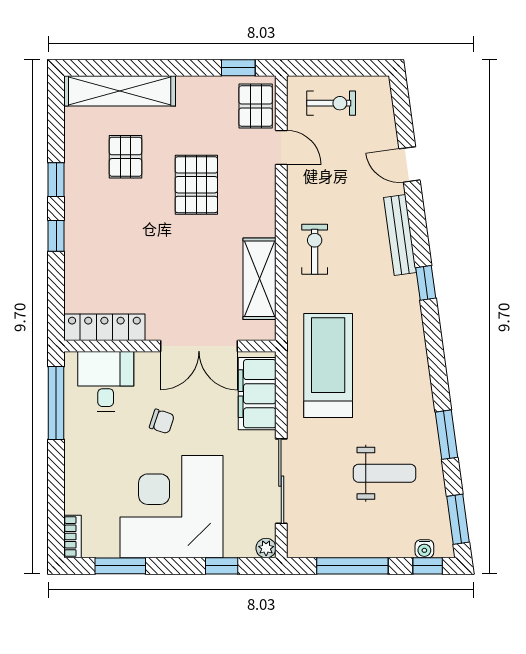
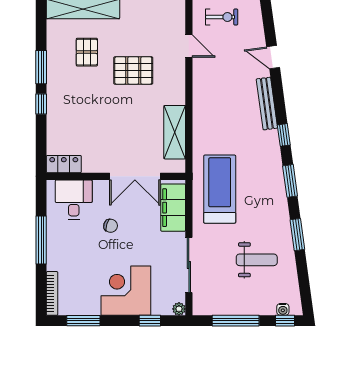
pallet: (256, 106) -> (172, 19), removed
window: (56, 180) -> (41, 67), width x1.50
pallet: (196, 185) -> (133, 70), turned 90
exercise bike: (315, 249) -> (211, 113), removed
locker: (104, 327) -> (64, 164), width x0.66
window: (56, 403) -> (41, 240), moved
corner desk: (172, 507) -> (126, 291), width x0.74, depth x0.74
window: (458, 519) -> (290, 181), moved
bookcase: (73, 537) -> (52, 293), width x1.56

